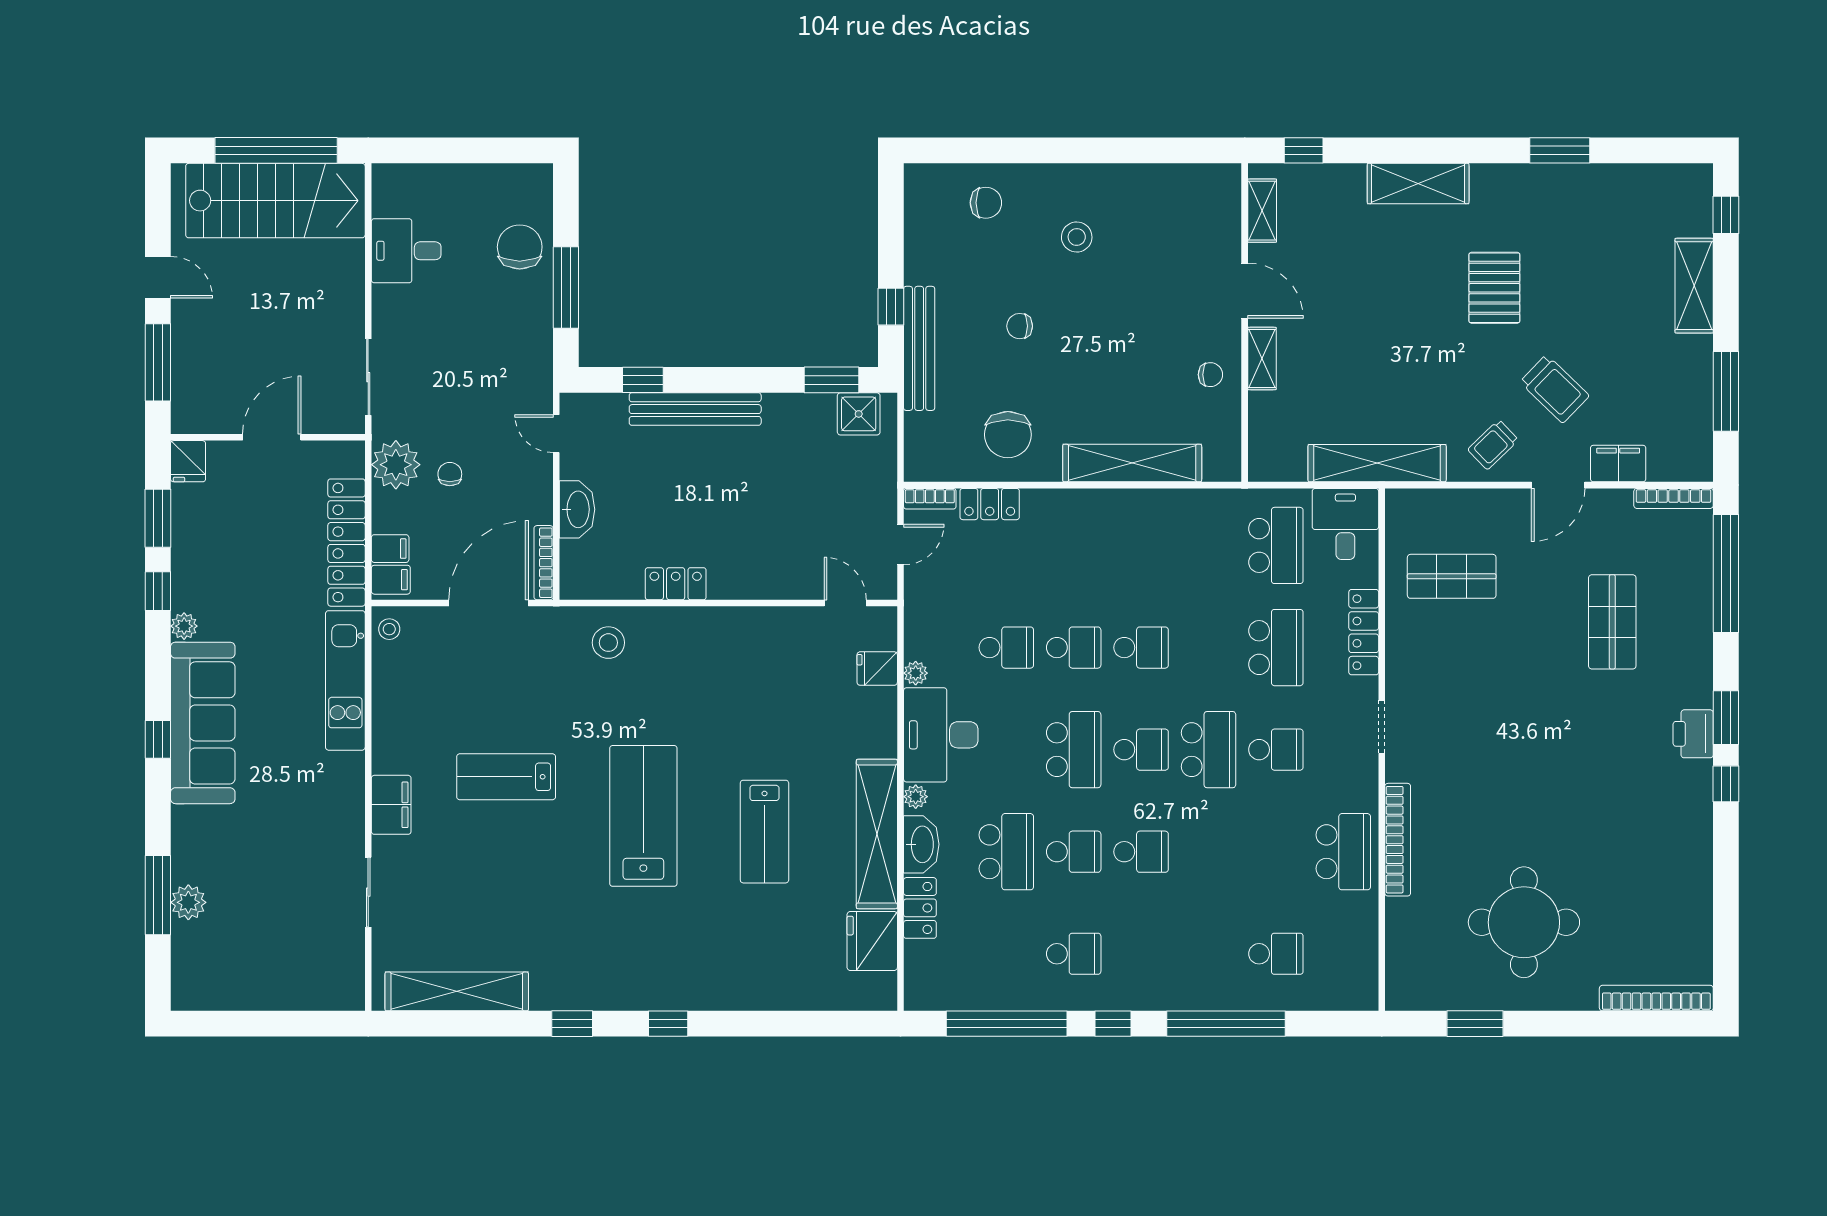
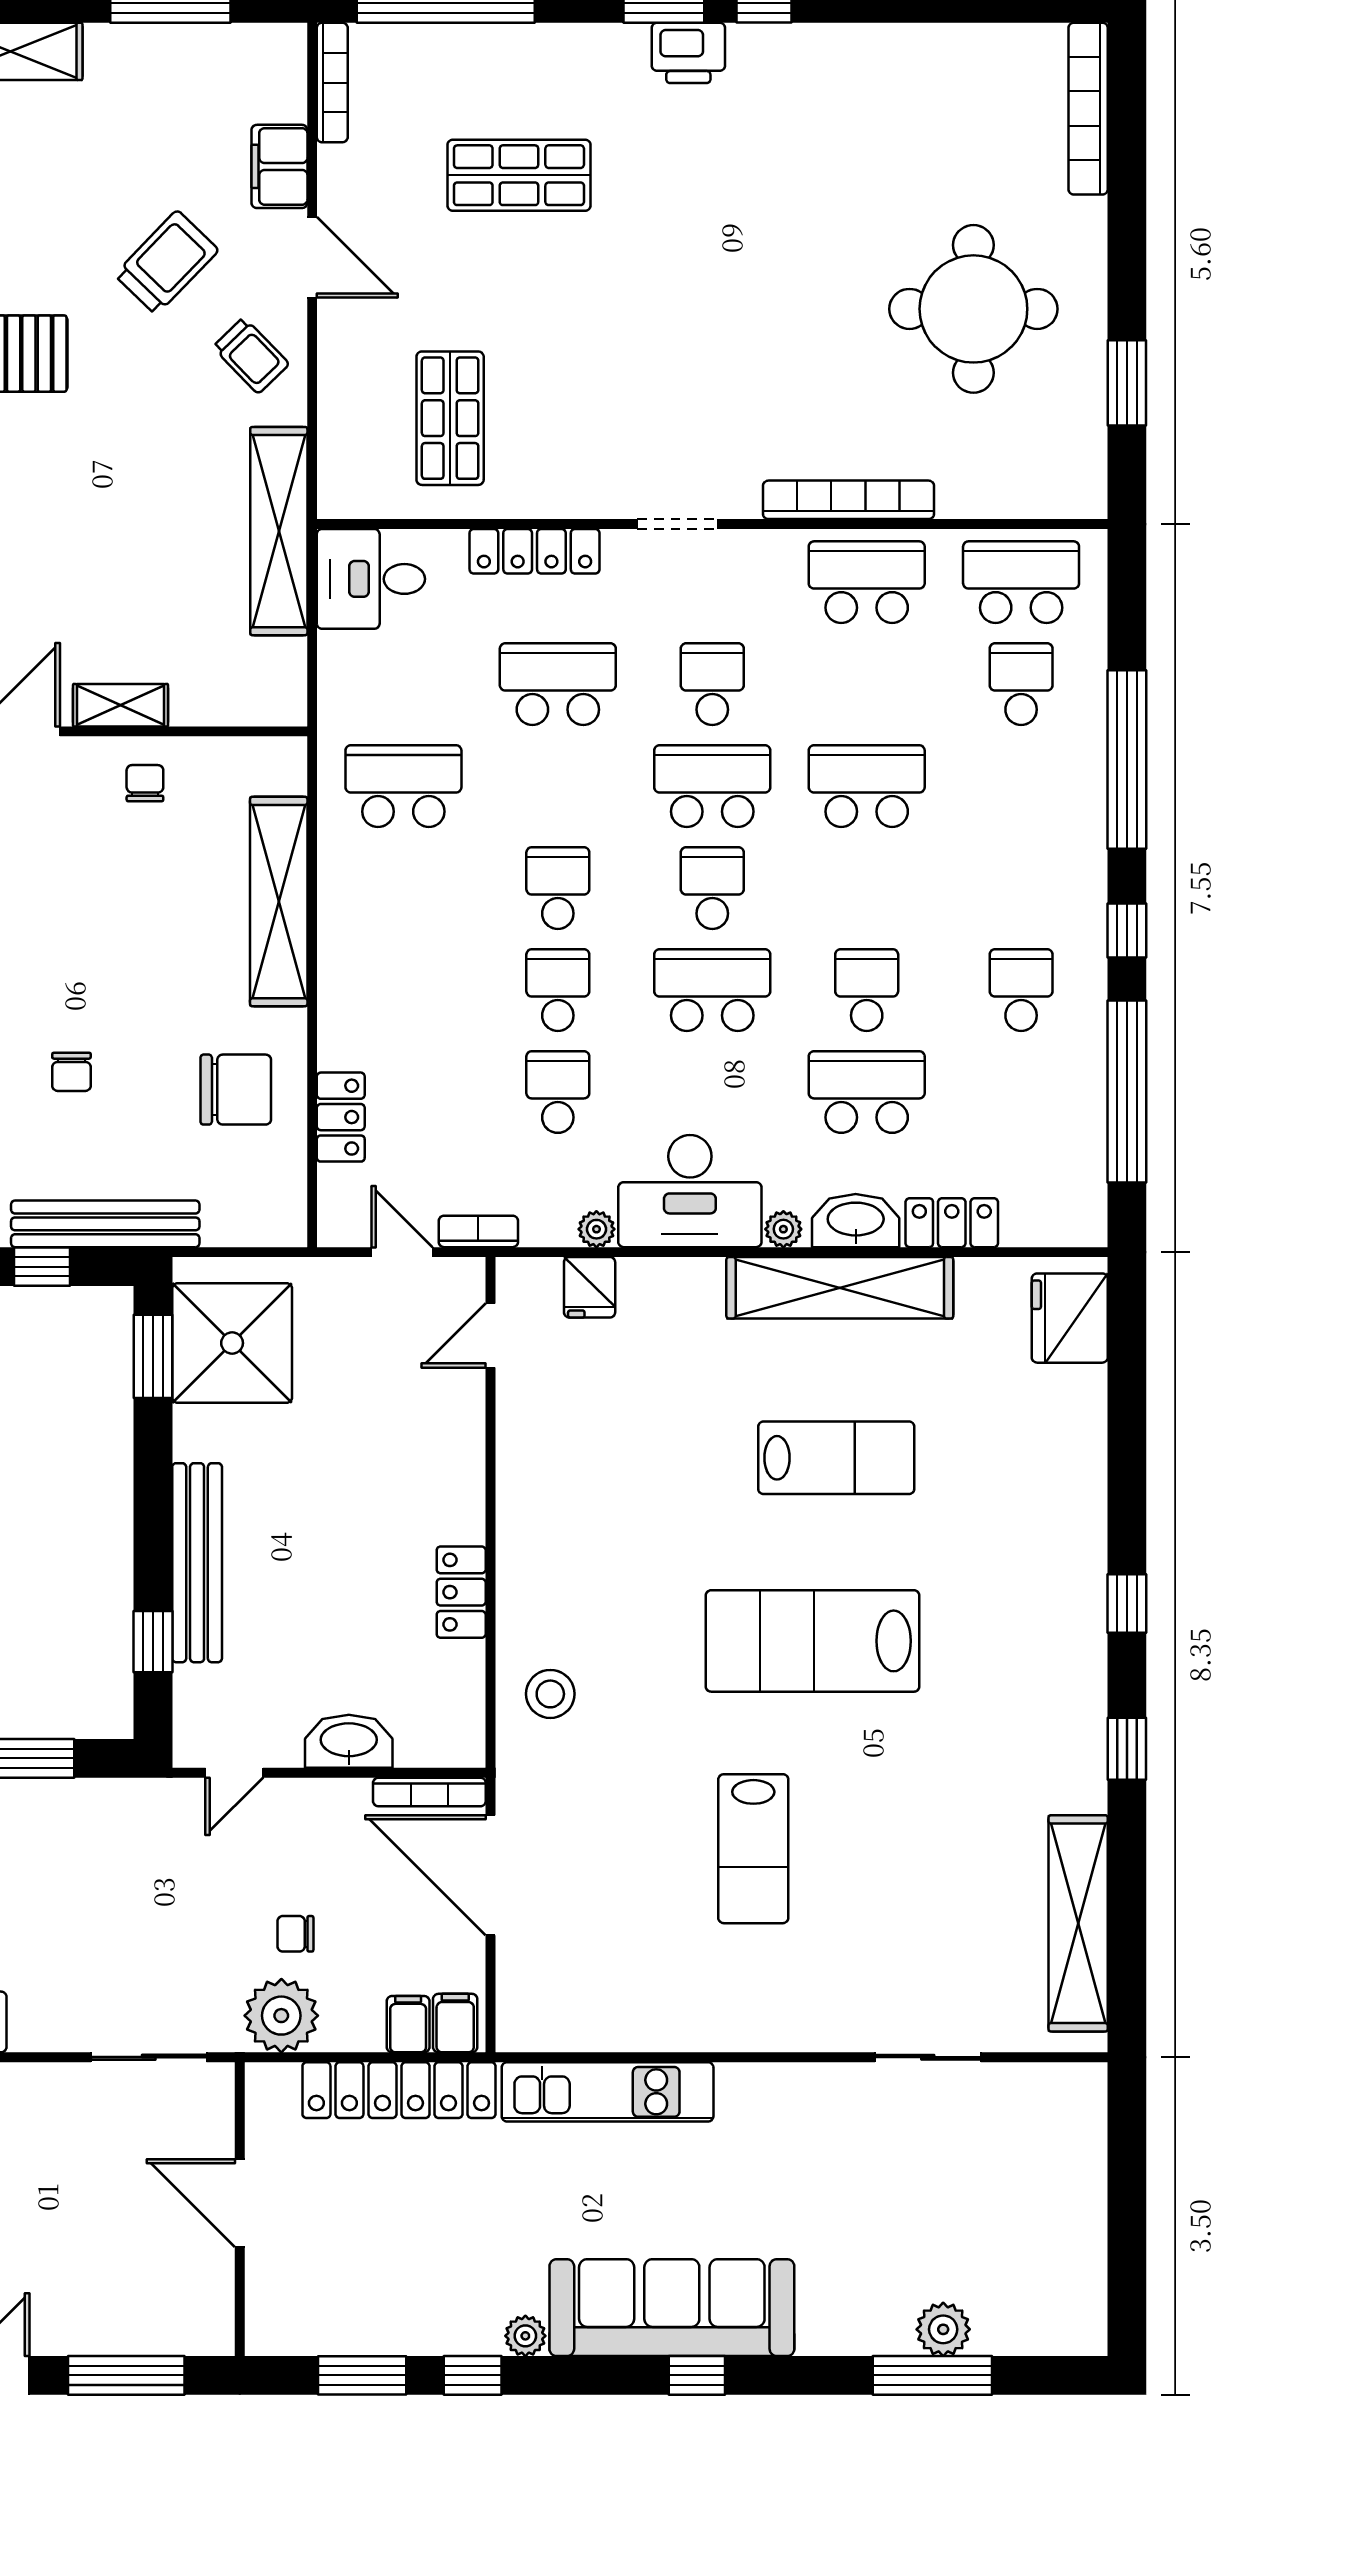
shower: (859, 414) -> (232, 1343), width x1.86, depth x1.86
fridge: (188, 461) -> (276, 2330), removed
bookcase: (930, 499) -> (478, 1231), moved, turned -90
school desk: (1276, 545) -> (403, 786), moved
stool: (389, 629) -> (530, 2025), removed
filing cabinet: (391, 805) -> (796, 2023), removed
school desk: (1141, 852) -> (867, 786), moved, width x1.85
fridge: (872, 941) -> (1070, 1318), moved, turned 90
school desk: (1343, 954) -> (1021, 582), added

